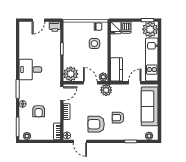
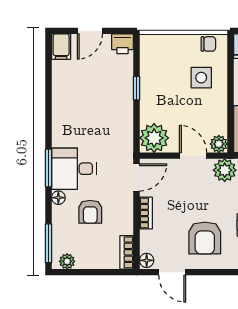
filing cabinet: (24, 28) -> (61, 47), added
desk: (30, 70) -> (74, 169), moved
armchair: (96, 124) -> (205, 238), turned -90

